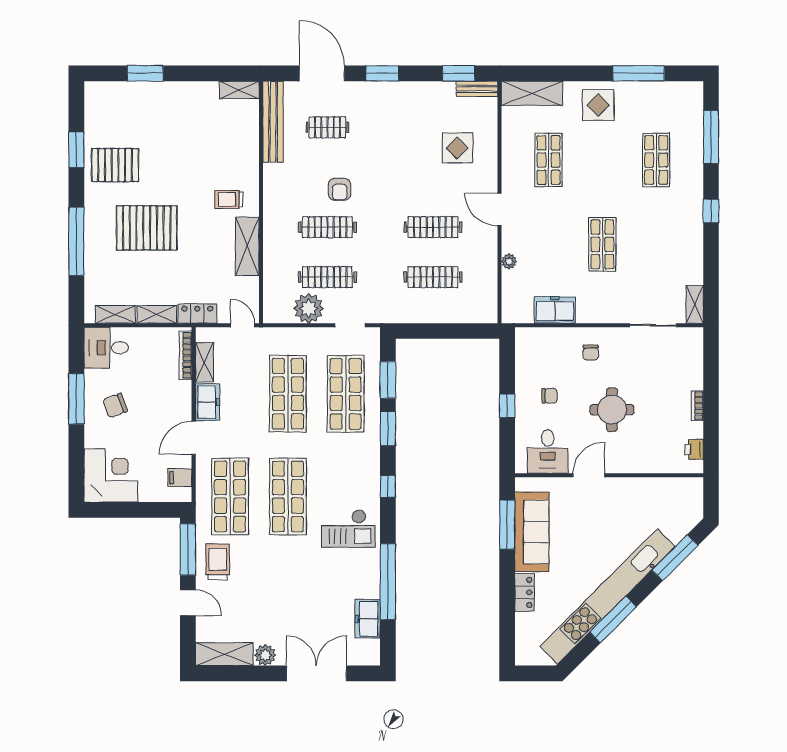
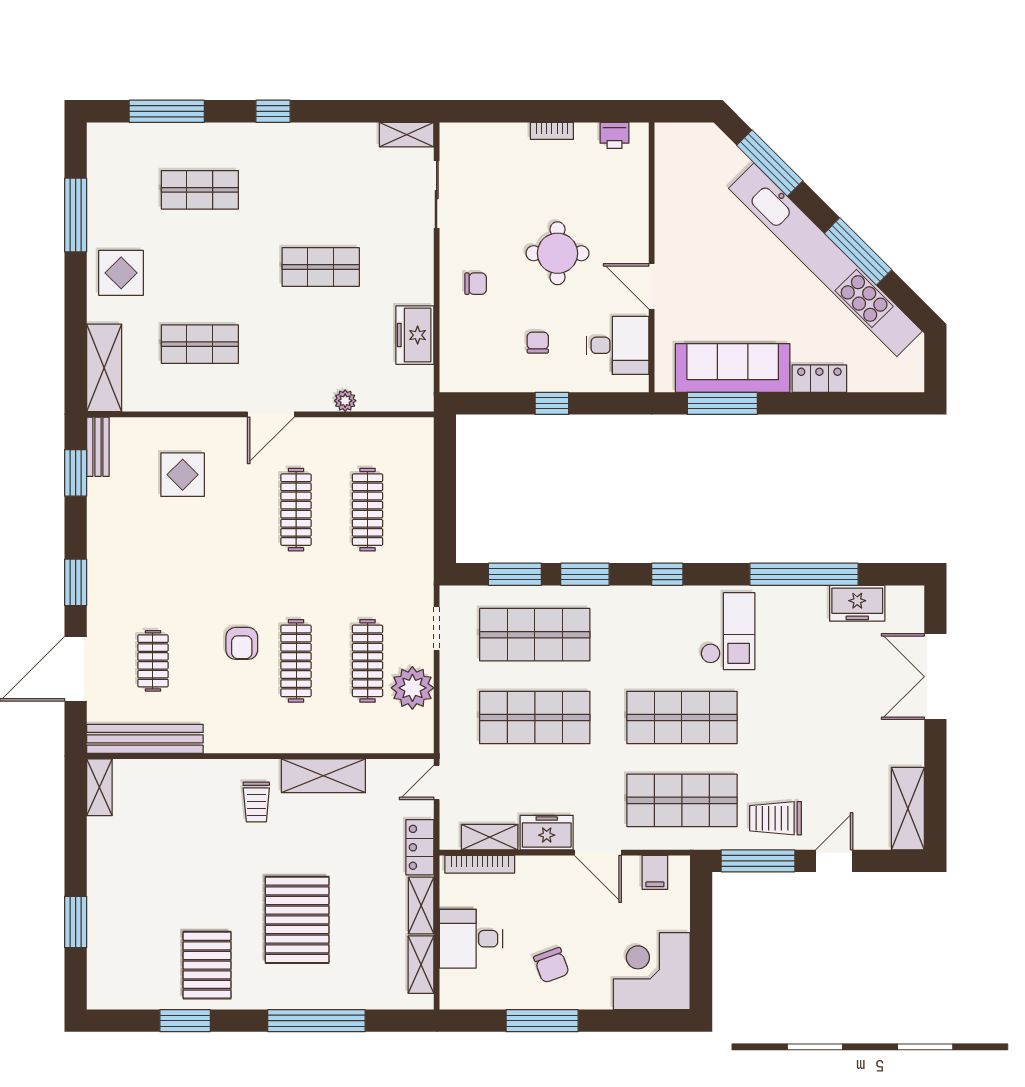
armchair: (340, 189) -> (242, 643), turned 90
desk: (106, 348) -> (471, 939), moved, turned 90
plant: (265, 655) -> (909, 750), removed

